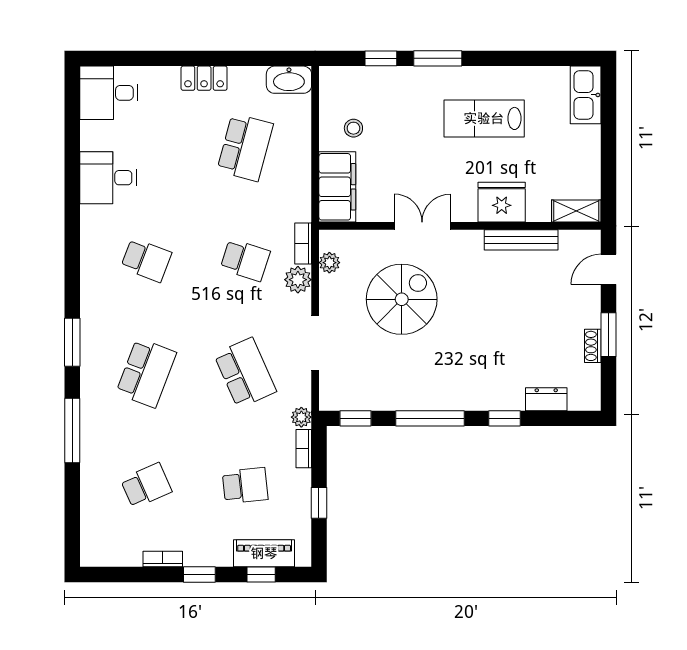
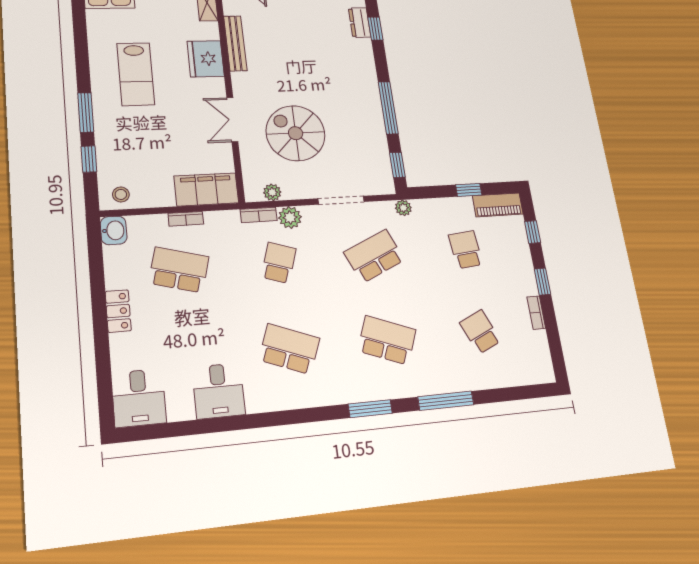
washbasin: (289, 80) -> (114, 230), width x0.72
stool: (353, 128) -> (121, 194), moved
school desk: (146, 260) -> (289, 349), width x1.85
window: (504, 418) -> (375, 29), moved
bookcase: (304, 449) -> (186, 219), moved
piano: (264, 553) -> (498, 205), moved, turned -90

